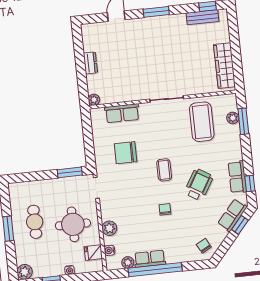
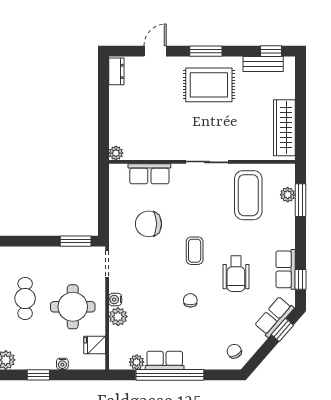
rug: (161, 38) -> (209, 85), added
dresser: (90, 63) -> (116, 71), moved
wheelchair: (199, 185) -> (236, 274), turned 149
water cooler: (109, 250) -> (115, 300), moved

